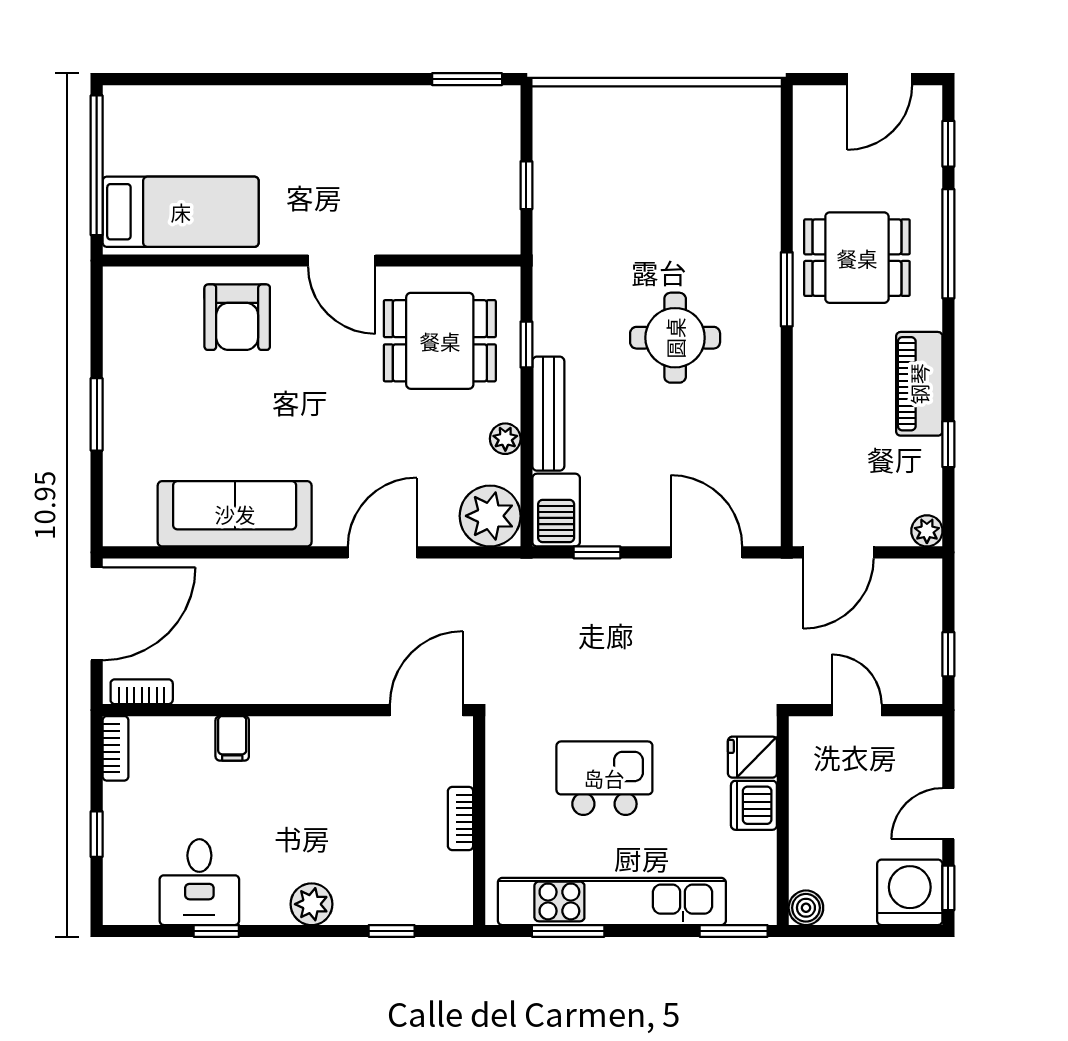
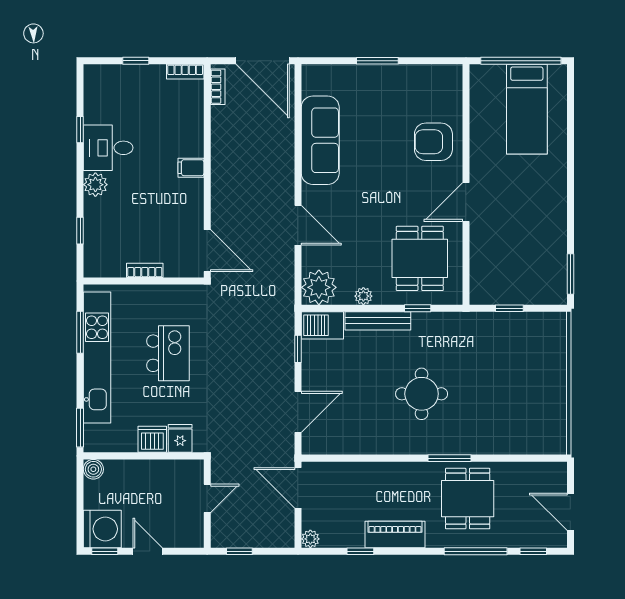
bed: (181, 212) -> (527, 109), moved
filing cabinet: (232, 738) -> (191, 168), moved
desk: (199, 882) -> (108, 148), moved

